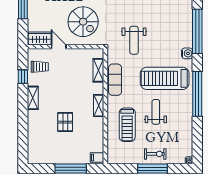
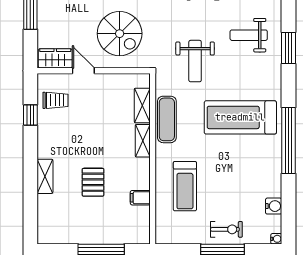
window: (197, 31) -> (289, 48), width x0.47
water cooler: (187, 53) -> (274, 206), moved
shelving: (33, 98) -> (45, 176), moved
shelving: (99, 106) -> (143, 141), moved
weight bench: (156, 112) -> (249, 35), moved, turned -90
filing cabinet: (97, 158) -> (140, 198), moved

